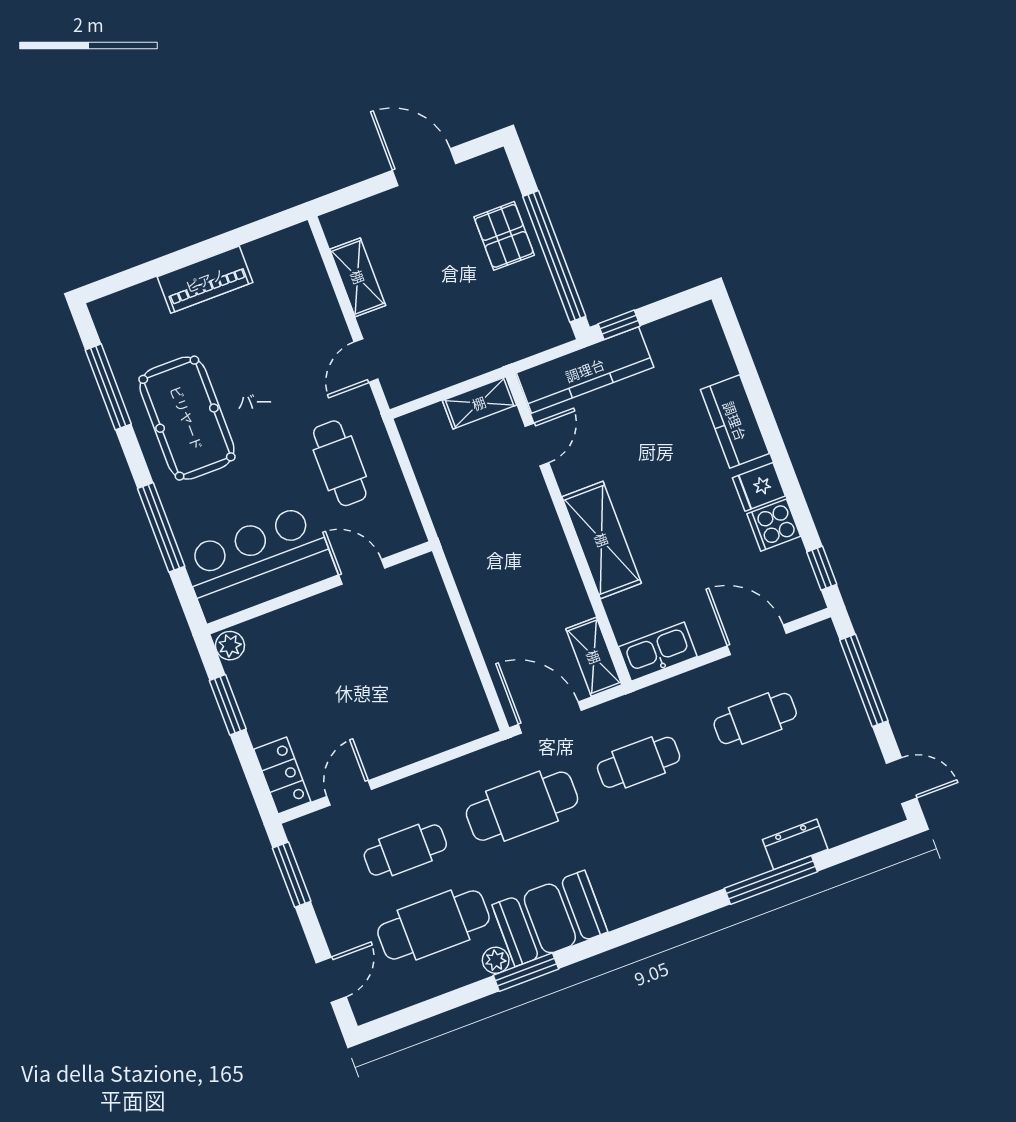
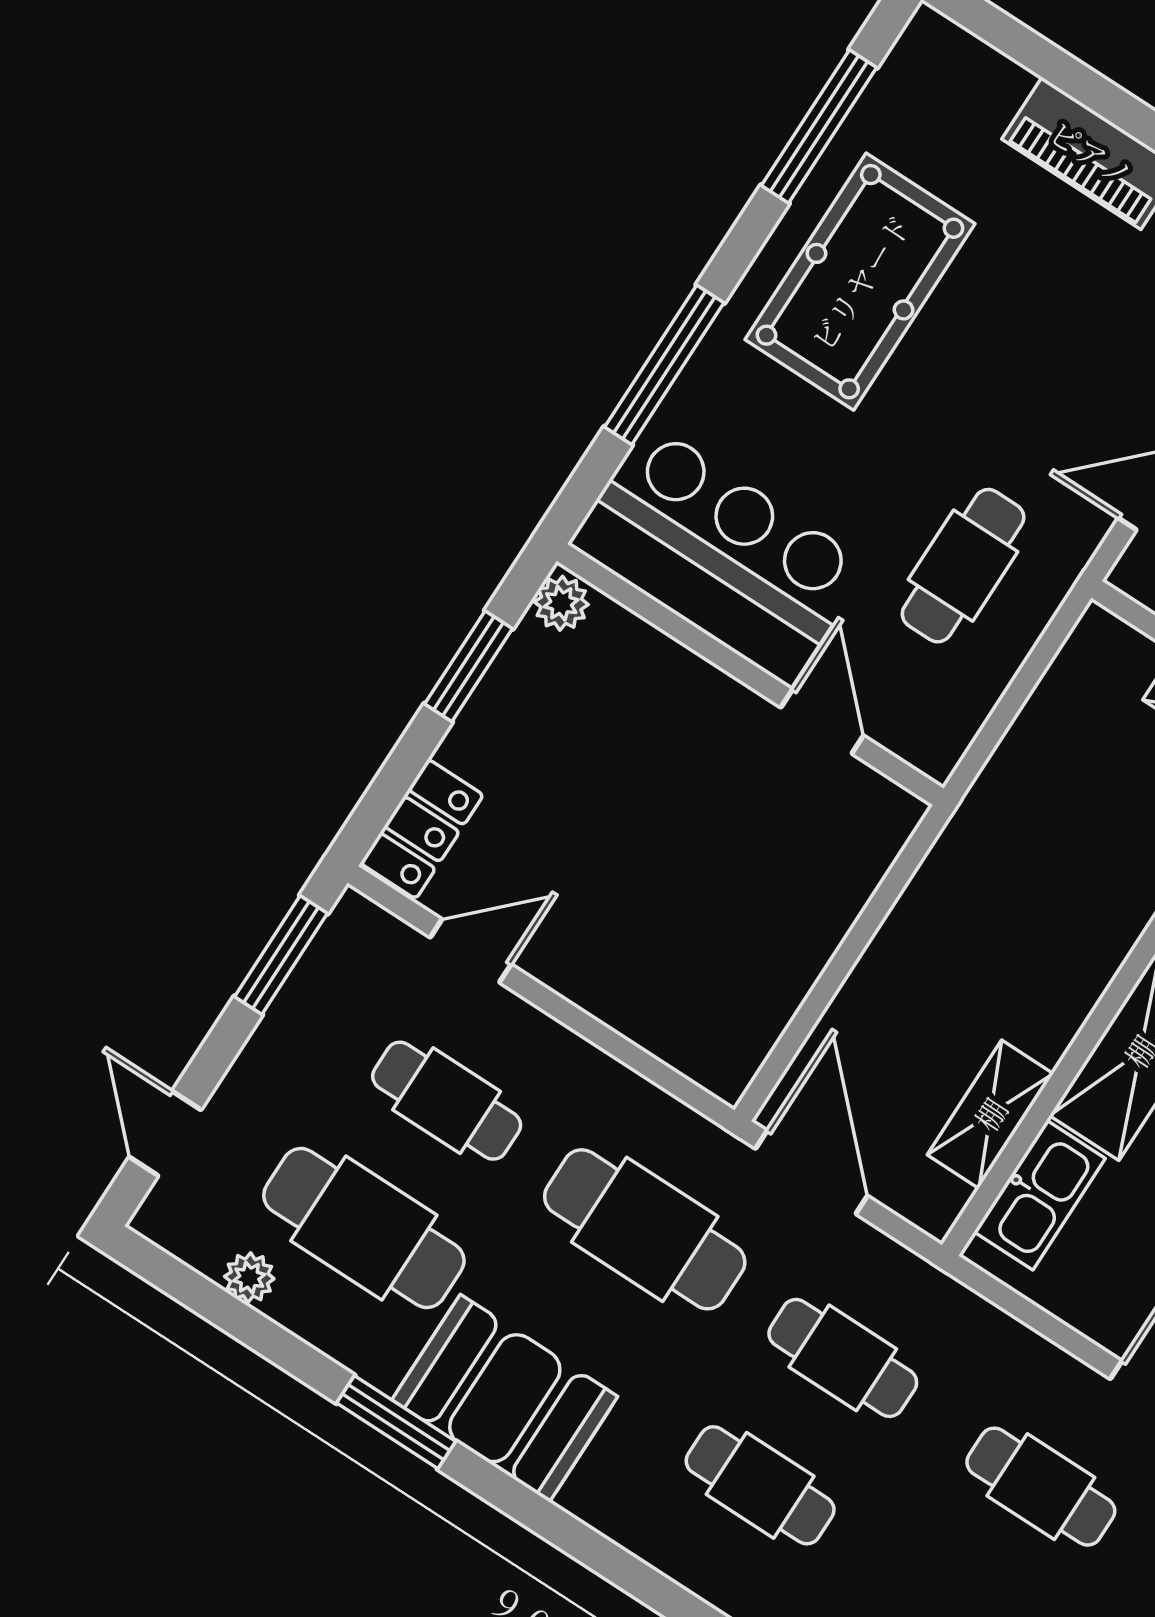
kitchen sink: (658, 652) -> (1040, 1195), moved, turned 90
shelving: (594, 657) -> (990, 1114), moved
cafe table: (667, 837) -> (760, 1485), added
plant: (496, 960) -> (249, 1278), moved
door: (331, 980) -> (165, 1133), swing flipped

